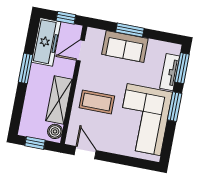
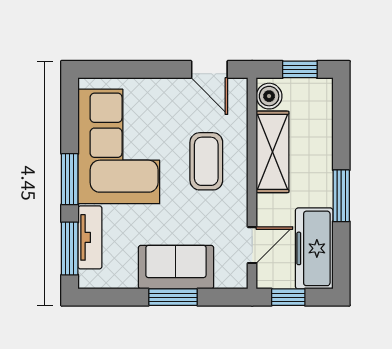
coffee table: (97, 102) -> (206, 161), turned 90

